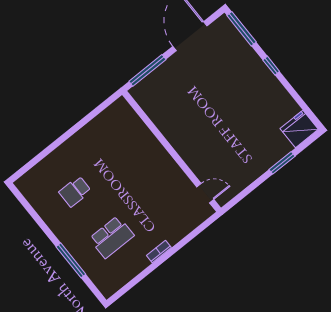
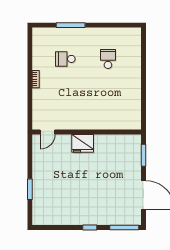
window: (147, 70) -> (143, 155), width x0.69
fridge: (299, 129) -> (83, 143), moved, turned 90
school desk: (112, 237) -> (65, 59), width x0.54

